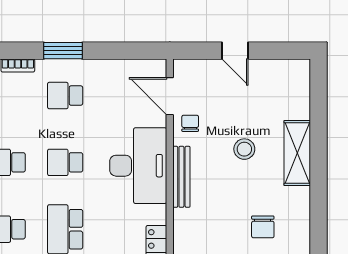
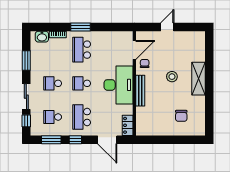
door: (235, 51) -> (167, 27), swing flipped
school desk: (65, 96) -> (82, 50), width x1.85
door: (170, 96) -> (134, 50), swing flipped

